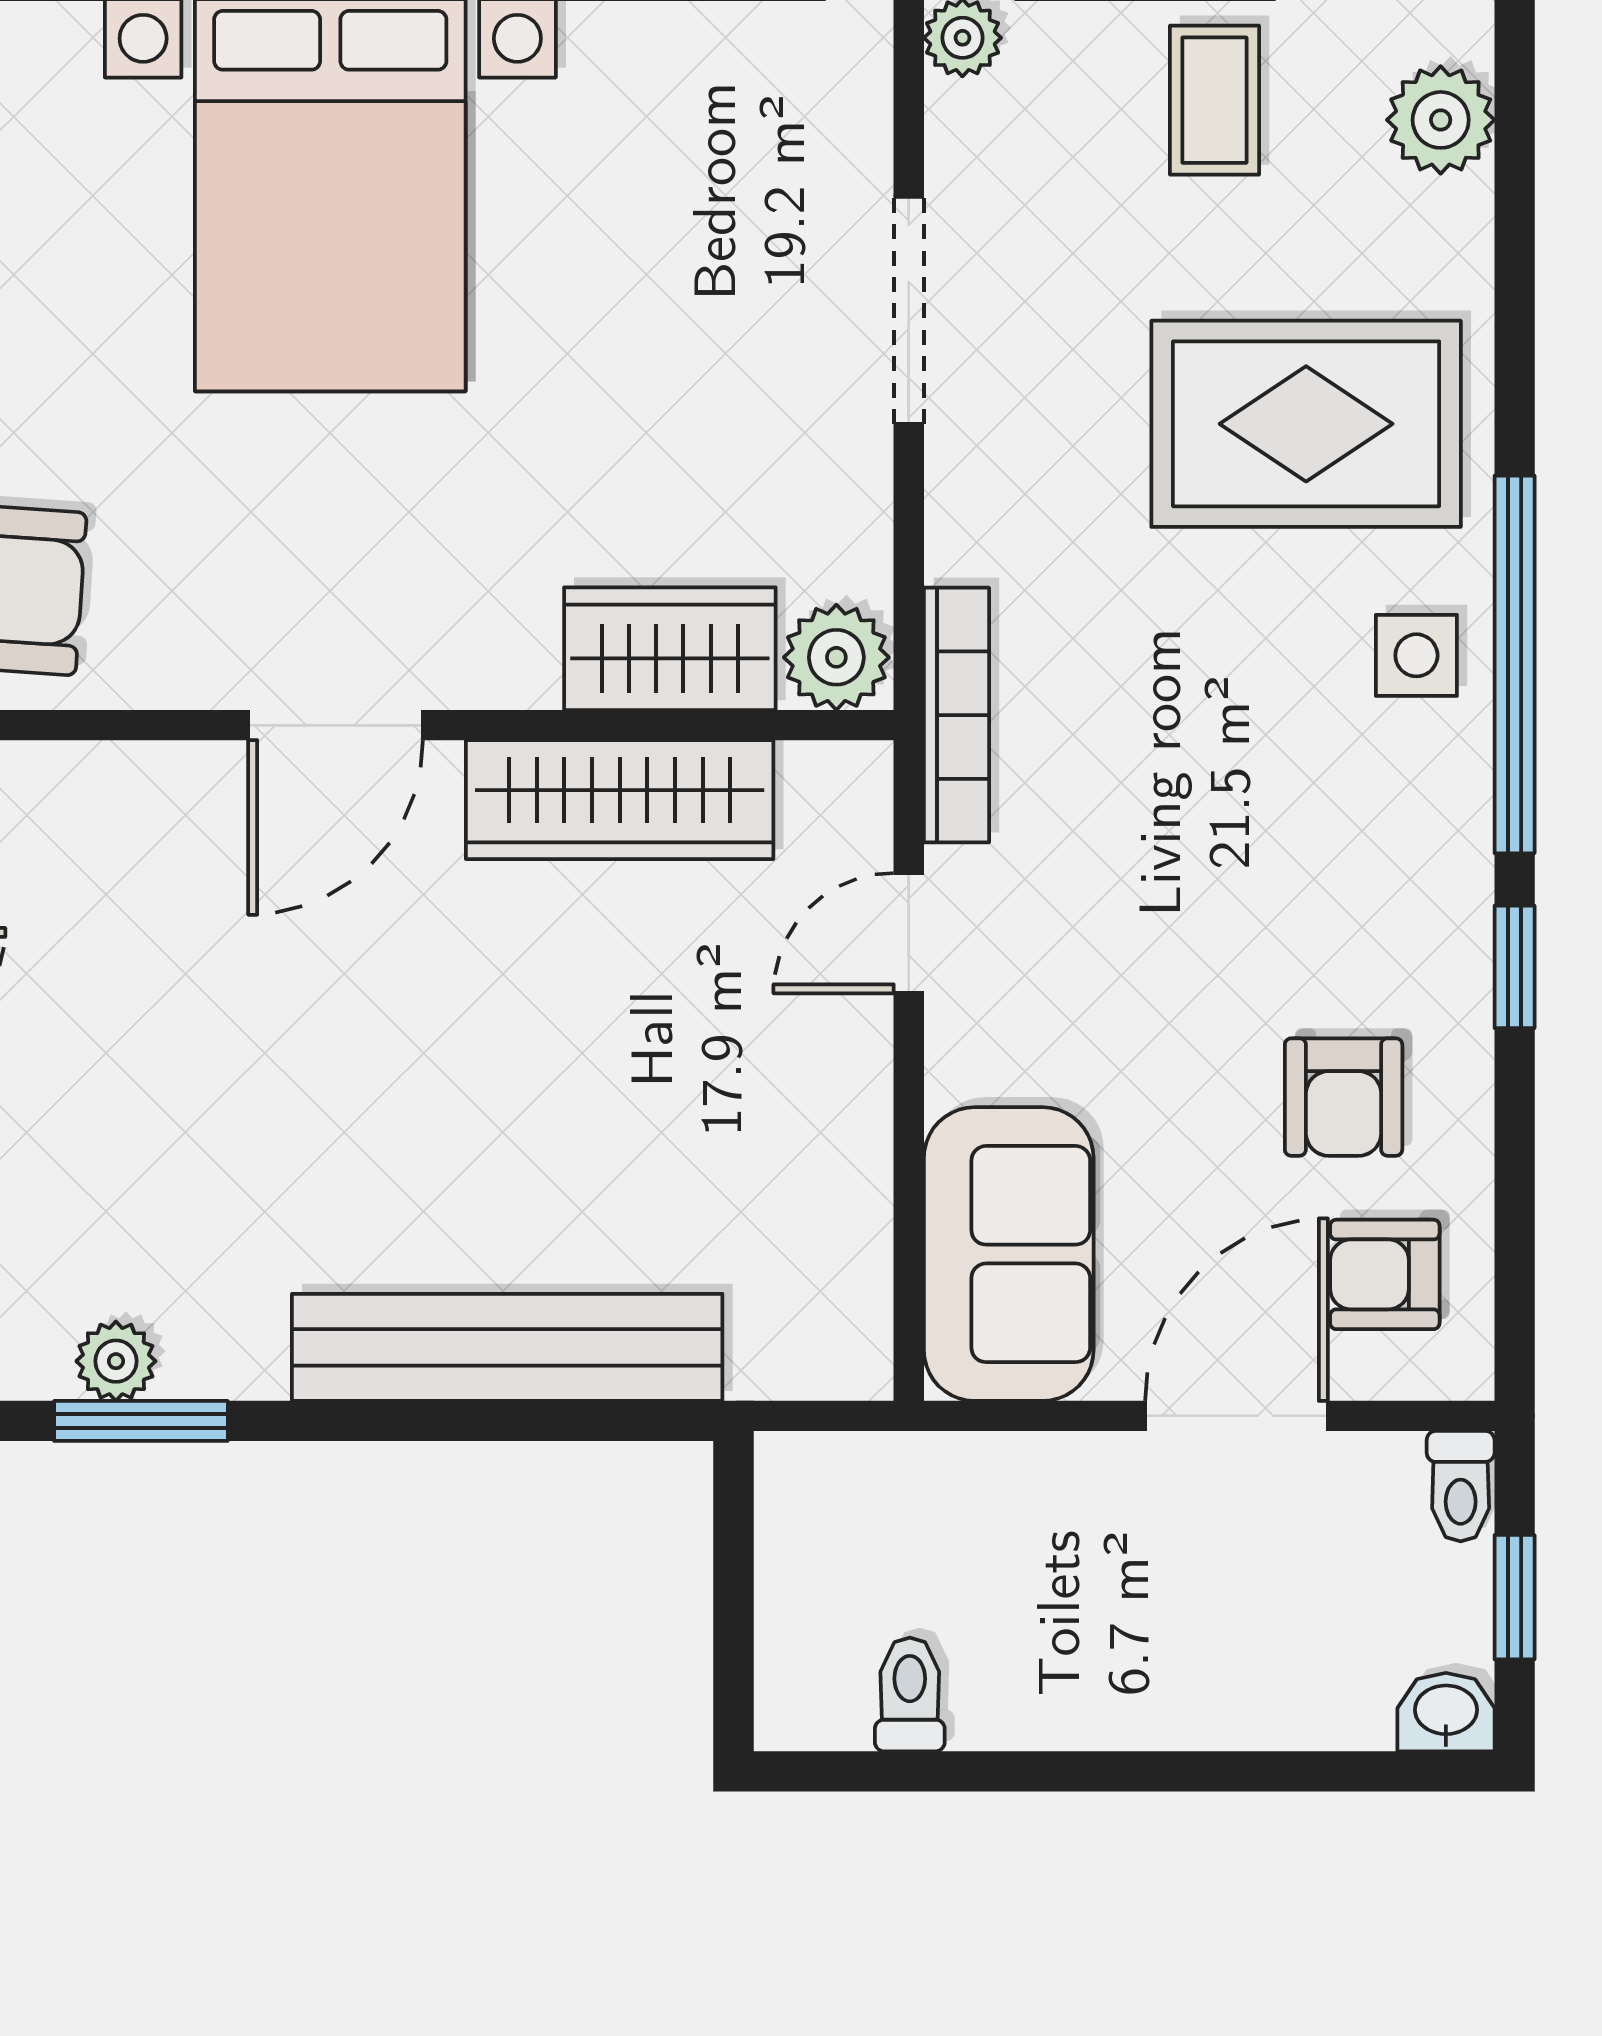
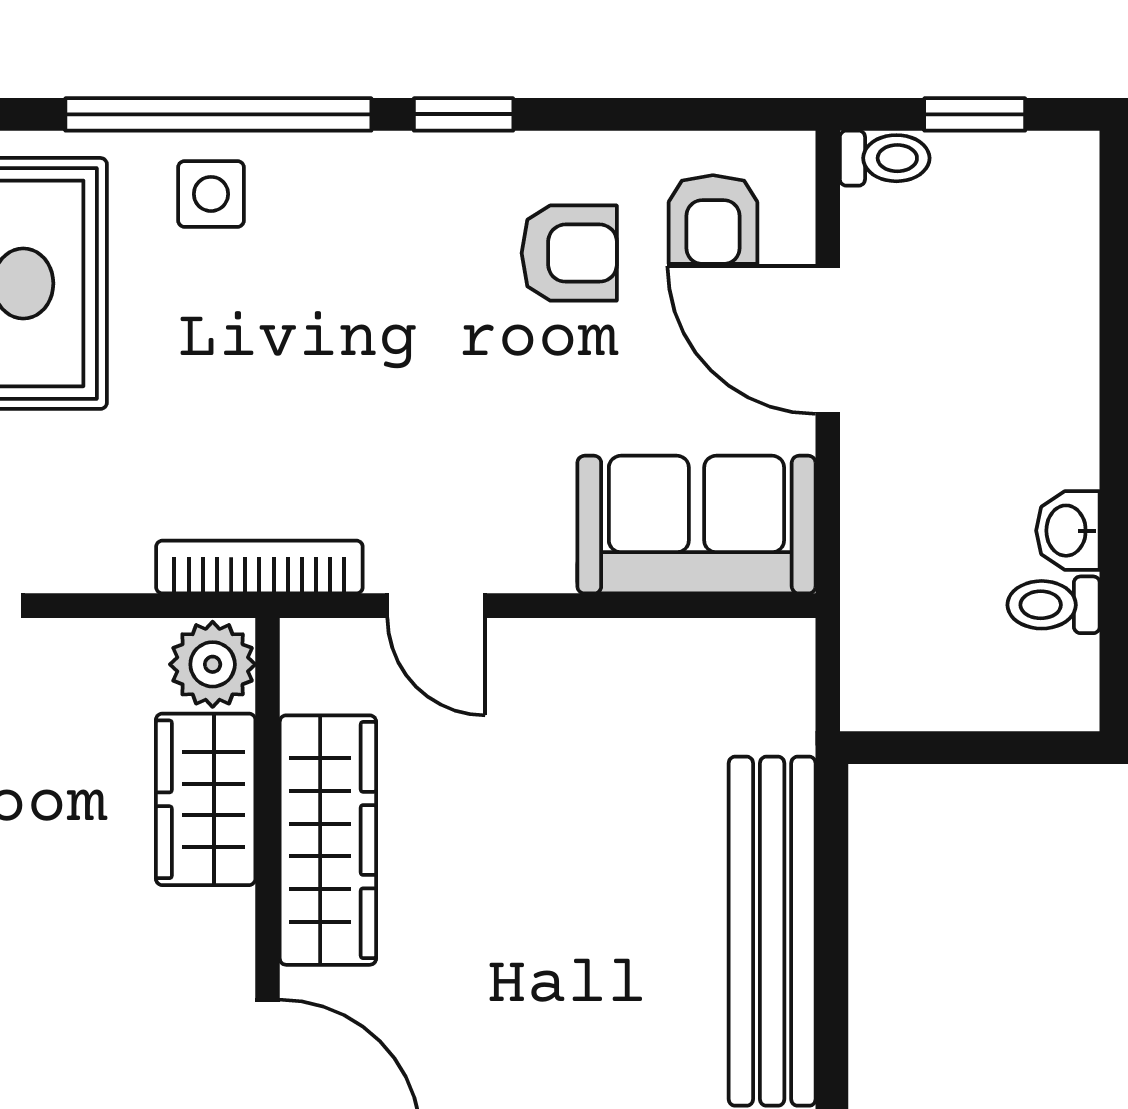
washbasin: (1446, 1712) -> (1068, 531), moved

